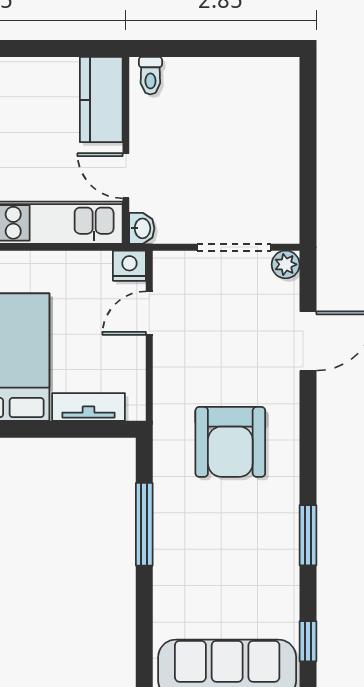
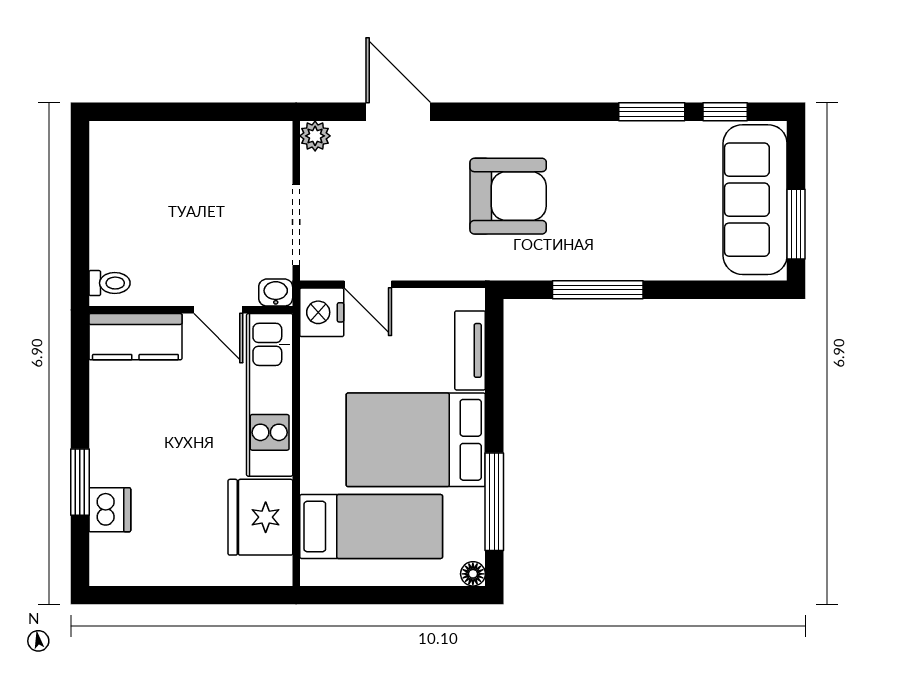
door: (126, 176) -> (218, 310), hinge flipped
doorway: (234, 247) -> (296, 225), moved
nightstand: (129, 266) -> (322, 312), width x1.36, depth x1.33
window: (308, 535) -> (652, 112), moved

